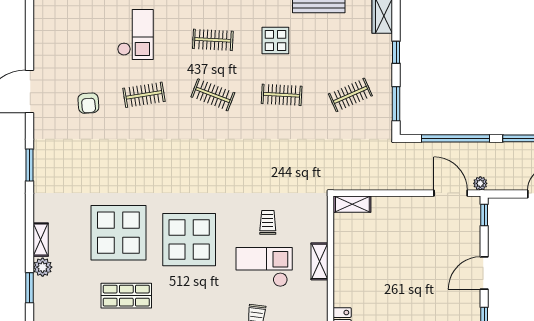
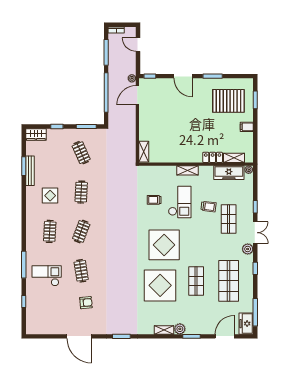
shelving: (319, 261) -> (188, 170), moved
checkout: (264, 267) -> (180, 202), turned 180

